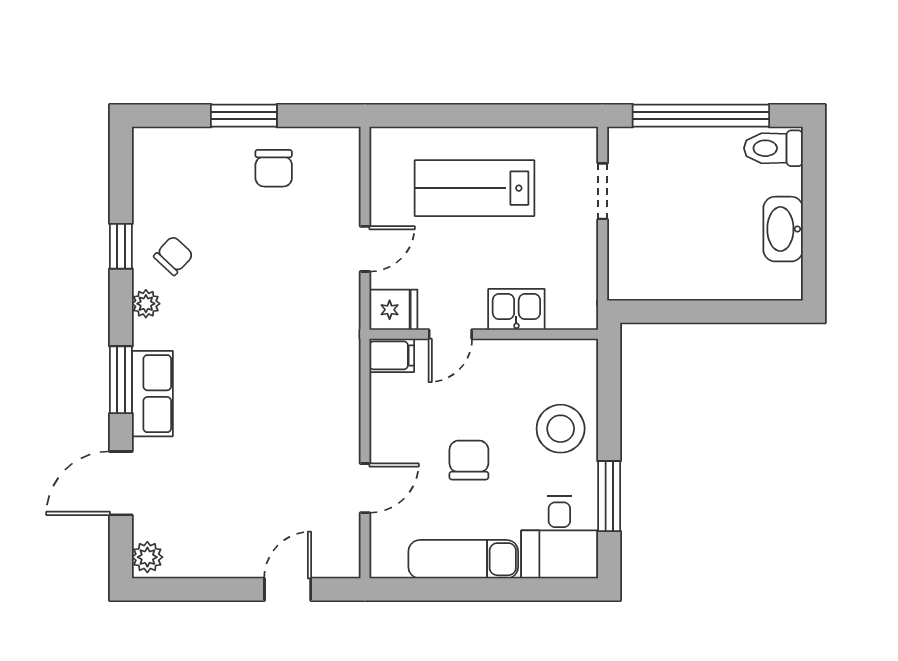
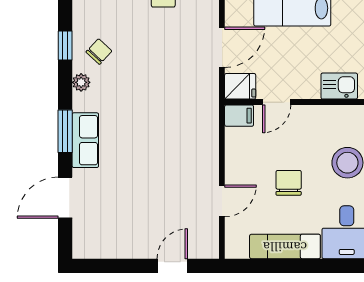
door: (365, 249) -> (222, 47), width x1.38
kitchen sink: (516, 309) -> (339, 86), moved
plant: (147, 557) -> (82, 245), removed

